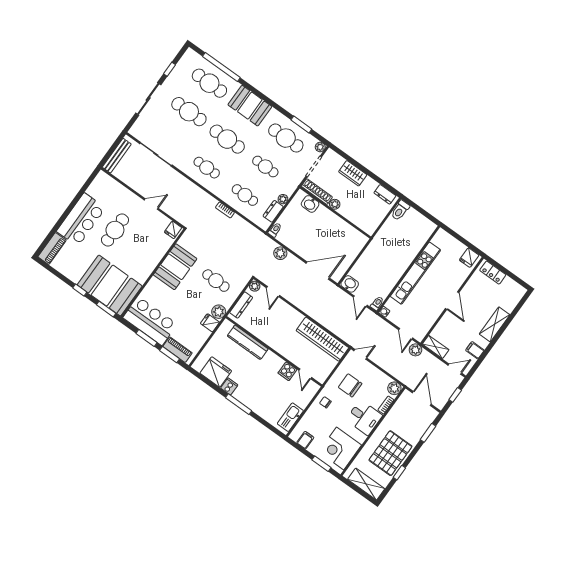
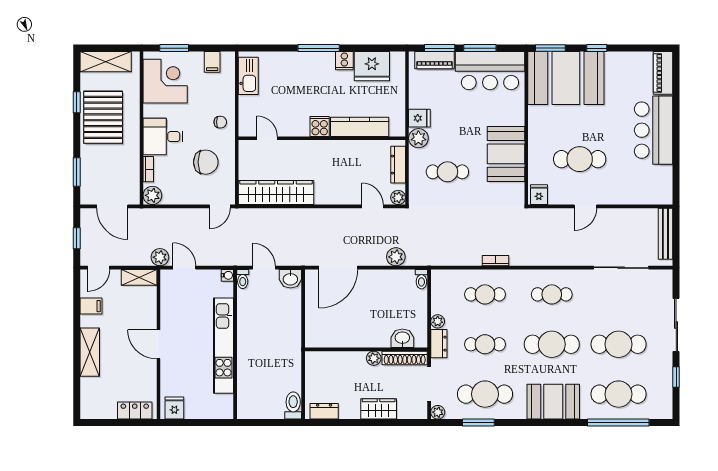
dresser: (273, 211) -> (439, 344), moved
cafe table: (115, 230) -> (580, 159), moved, turned 90
cooker: (287, 371) -> (320, 126), moved

